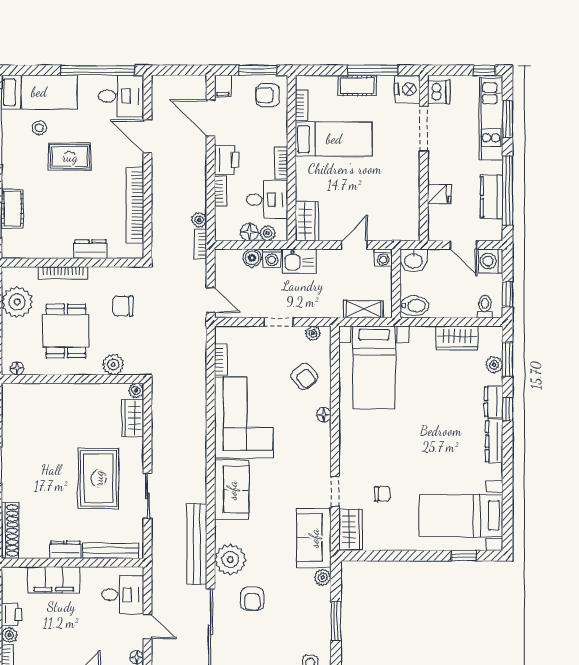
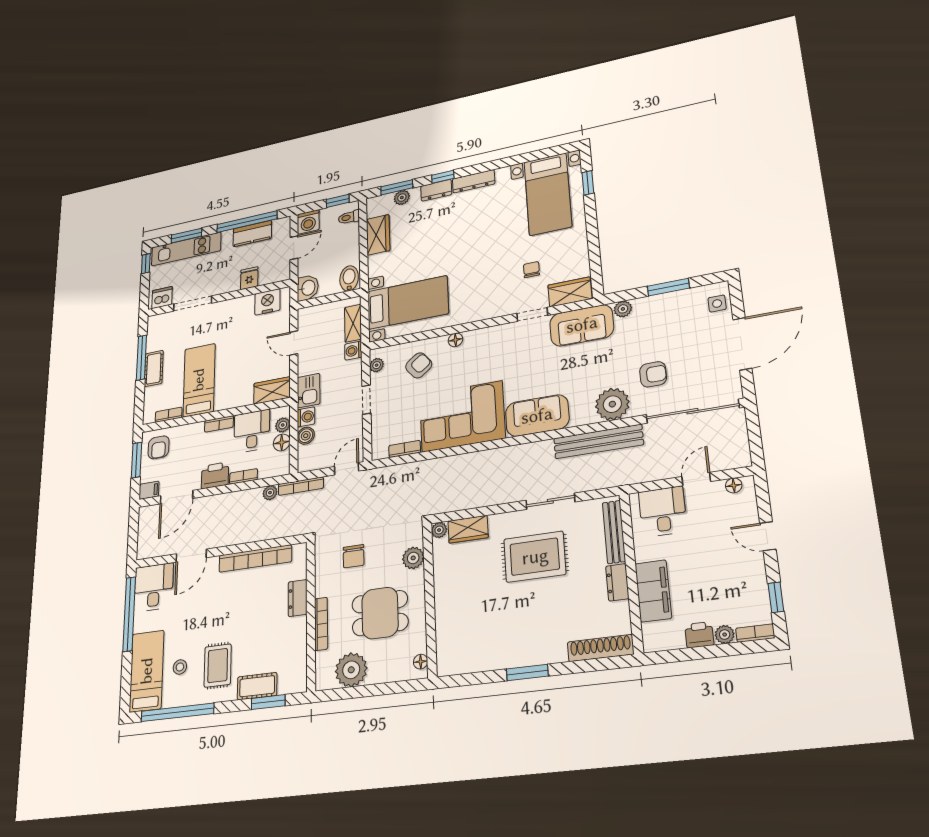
nightstand: (407, 89) -> (267, 302), moved
rug: (70, 157) -> (218, 666), moved
bookcase: (201, 244) -> (301, 486), width x1.56
washing machine: (383, 258) -> (353, 351), moved, turned 180

